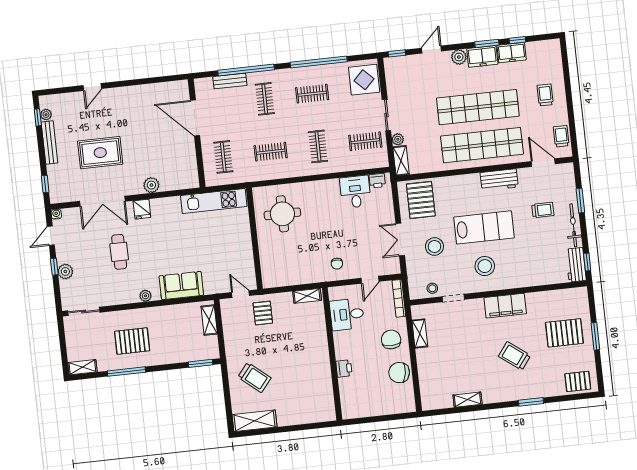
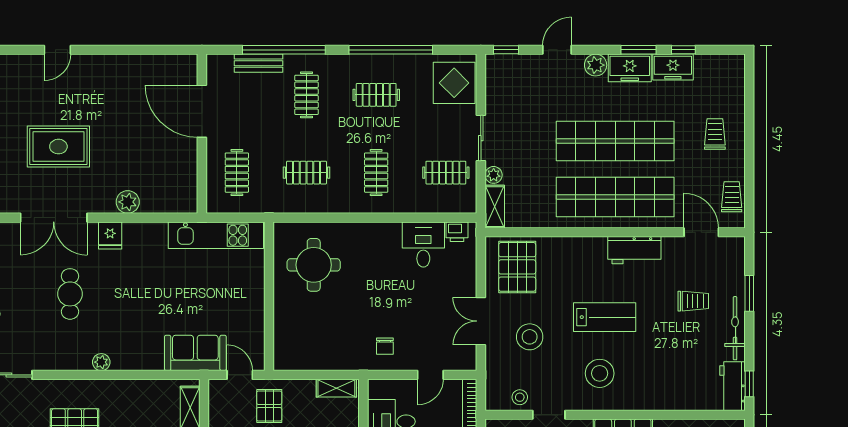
lab bench: (484, 227) -> (605, 317), width x0.73, depth x0.72
sofa: (181, 286) -> (195, 353), moved

